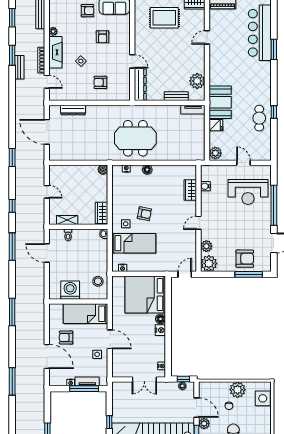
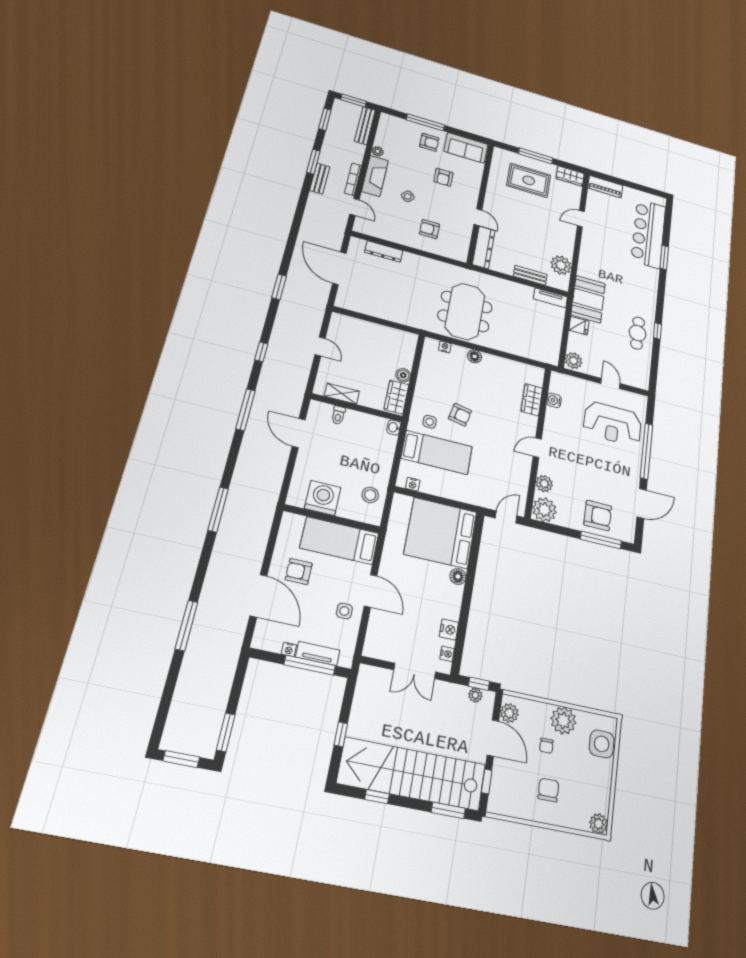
meeting table: (135, 138) -> (465, 311), turned 90
boiler: (103, 170) -> (403, 375), moved
nightstand: (160, 330) -> (449, 630), moved
plant: (204, 424) -> (509, 713), moved

